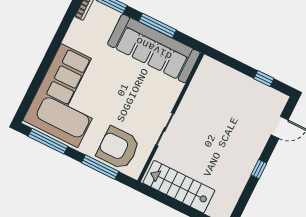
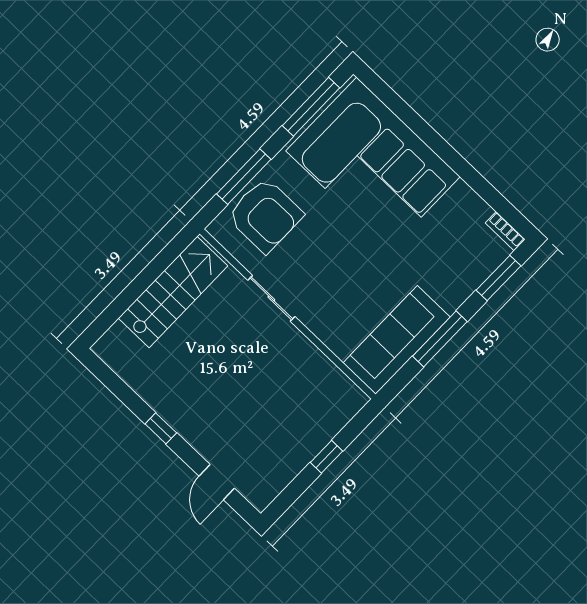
sofa: (154, 48) -> (397, 340), width x0.74, depth x0.79
window: (264, 78) -> (326, 457), moved
armchair: (118, 148) -> (265, 215), turned 90

